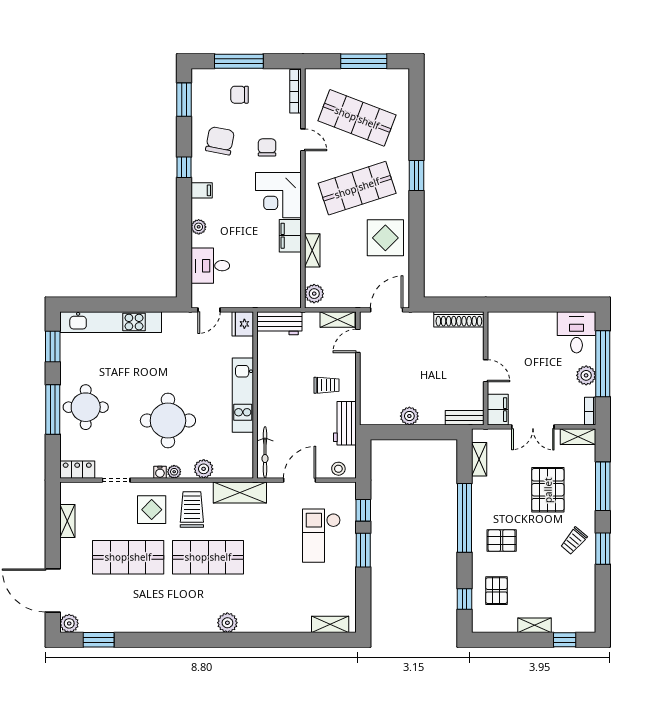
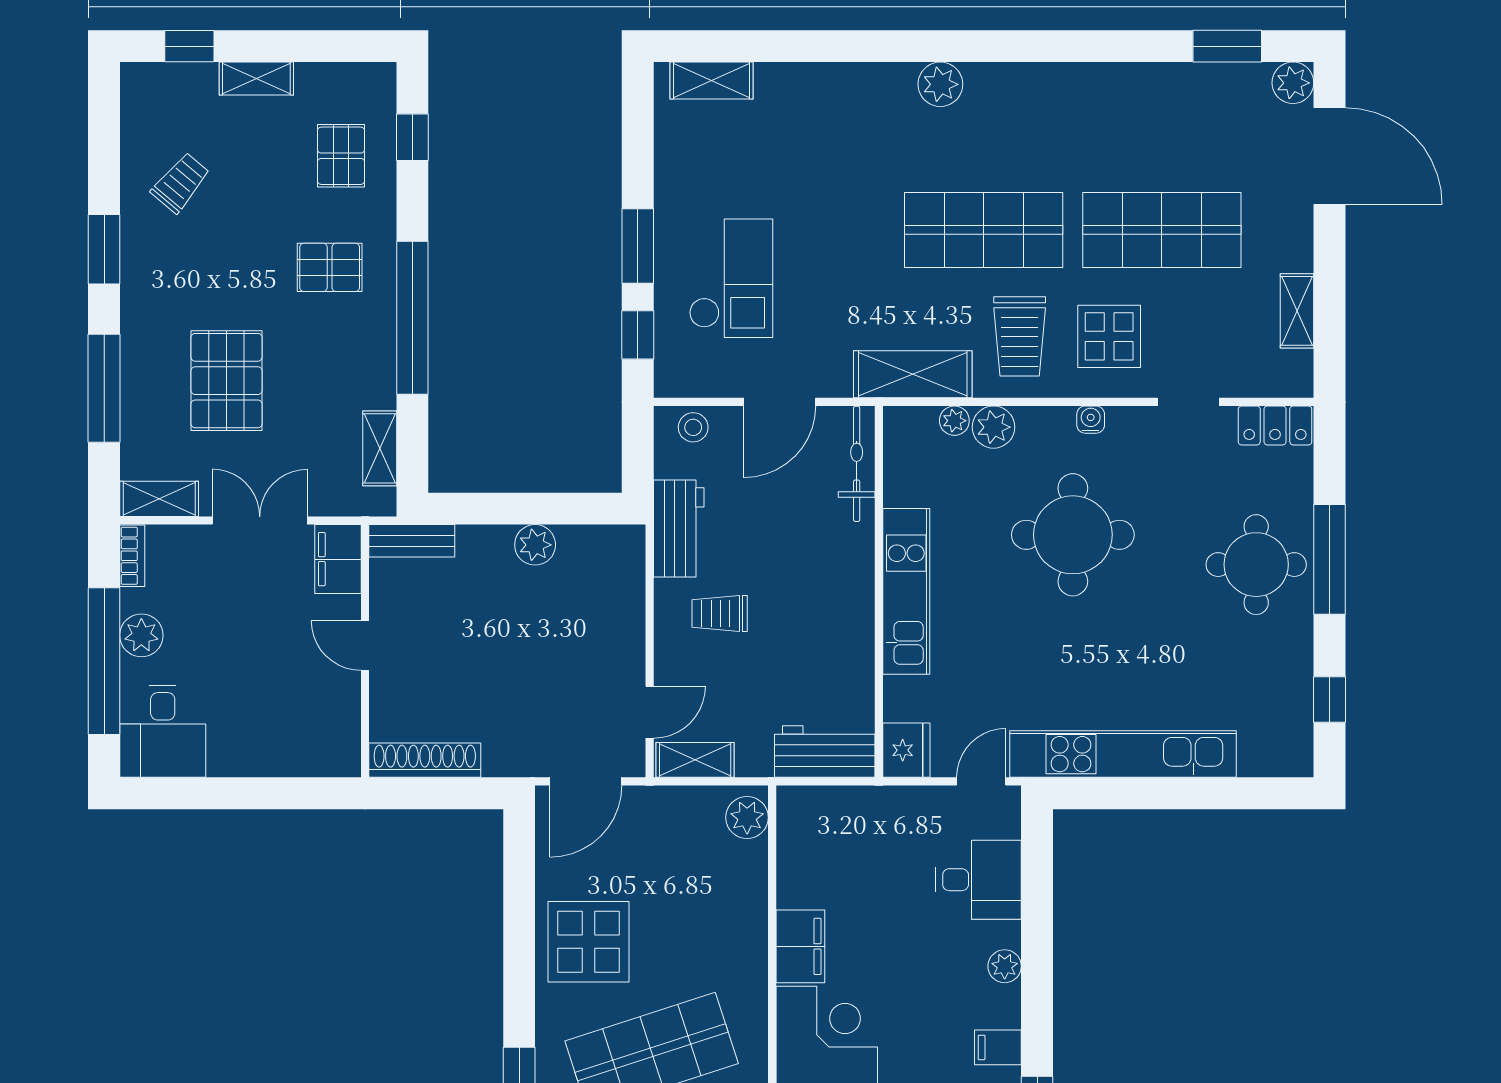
shelving: (312, 250) -> (751, 914), removed
kitchen unit: (111, 322) -> (1123, 754), moved
window: (53, 347) -> (1330, 700), width x0.67
plant: (174, 472) -> (954, 421), moved
trolley: (574, 541) -> (180, 183), moved

